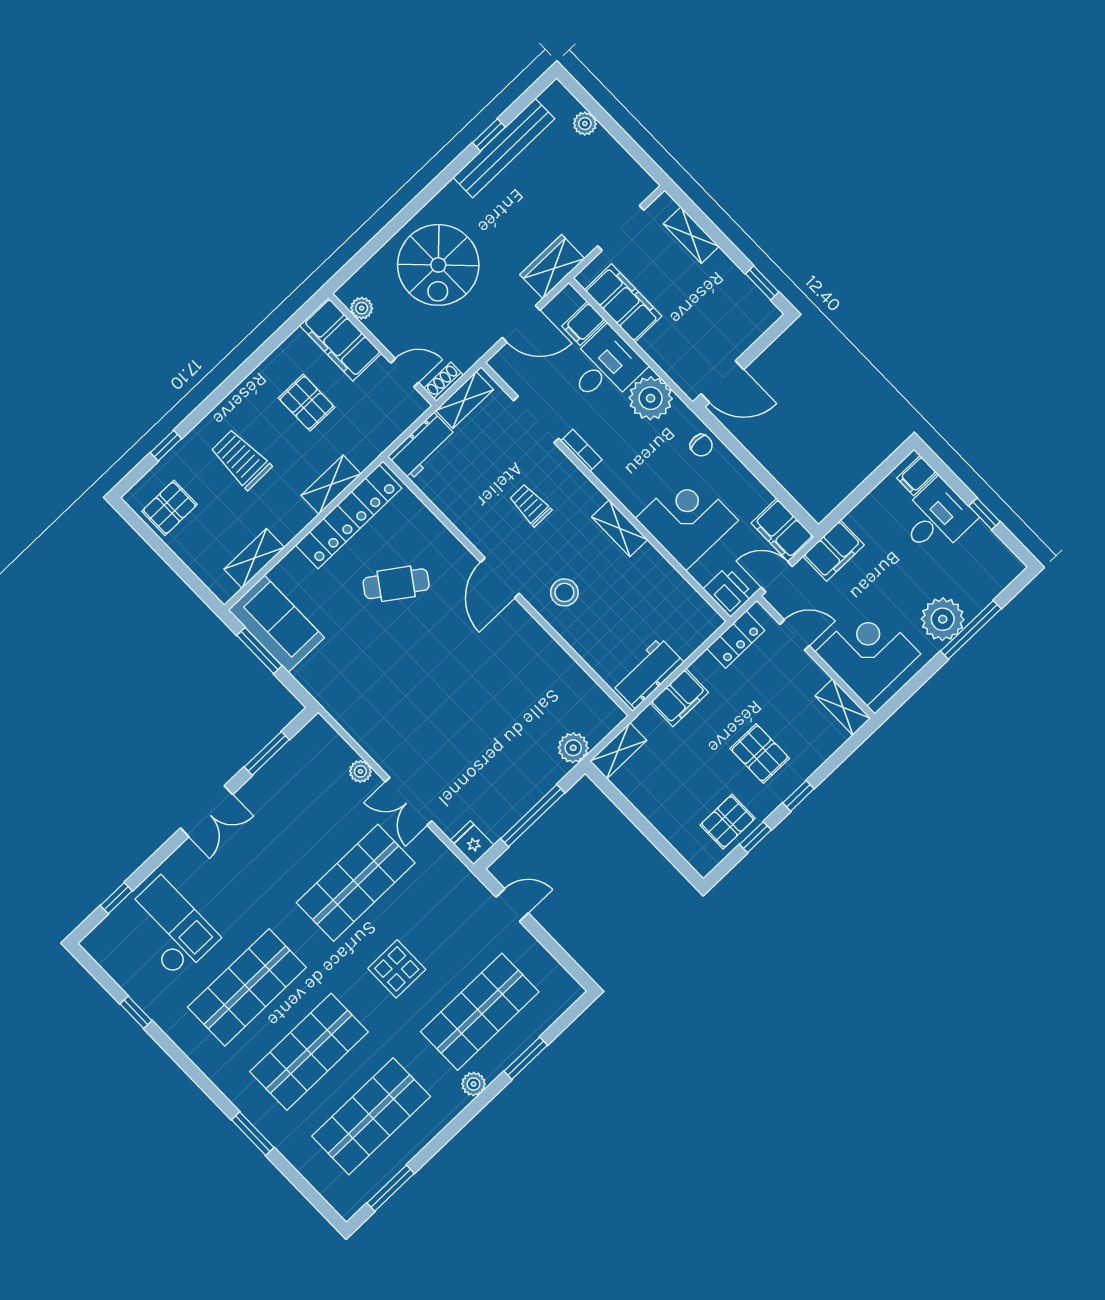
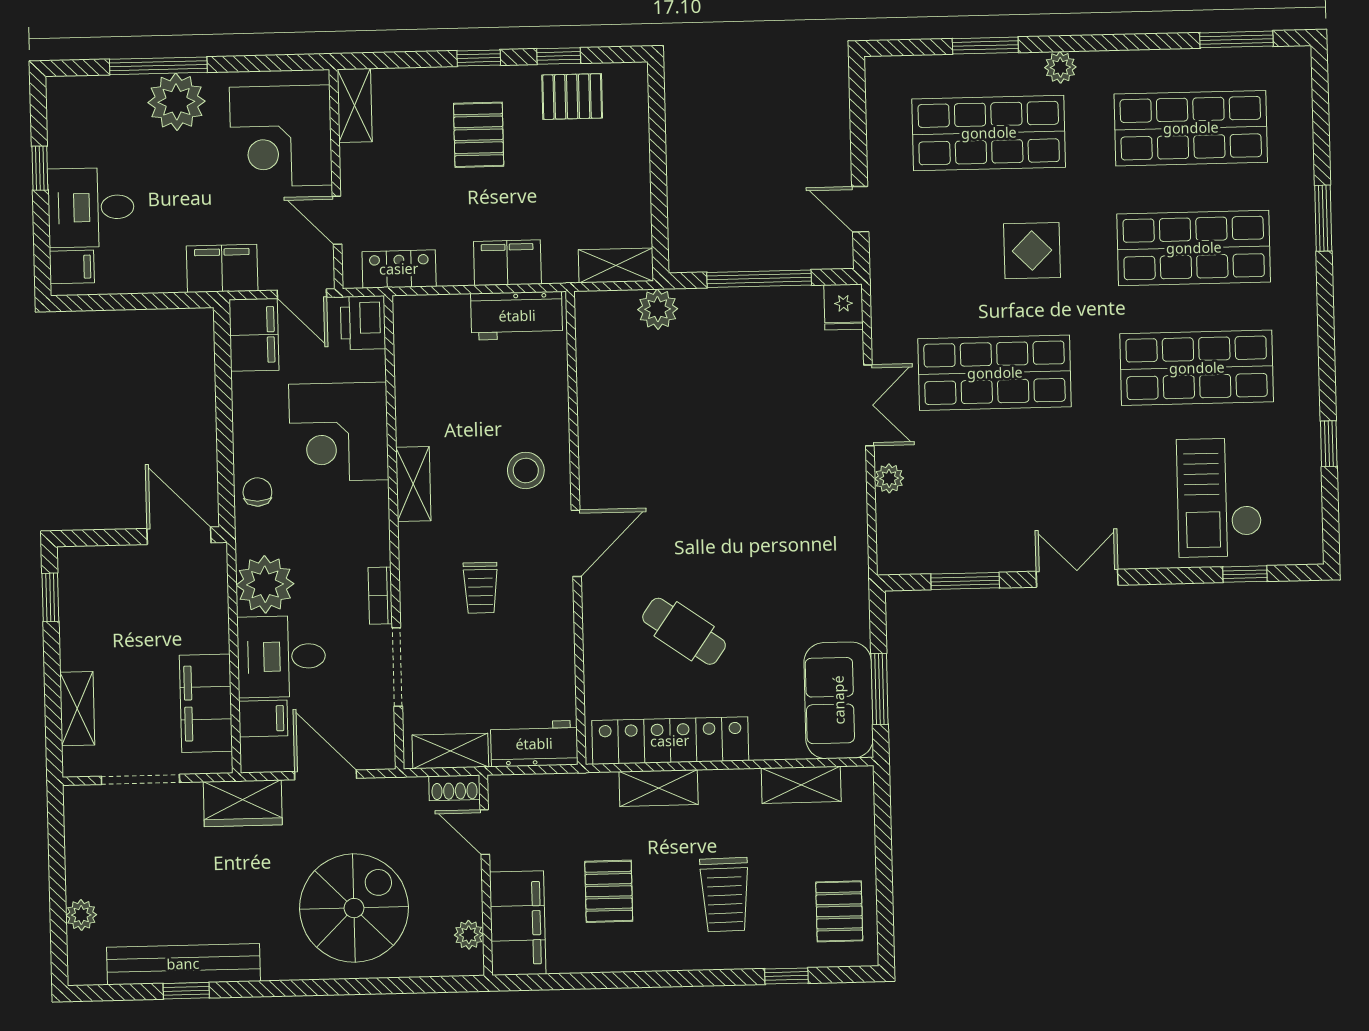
pallet: (169, 508) -> (839, 911), turned 90

